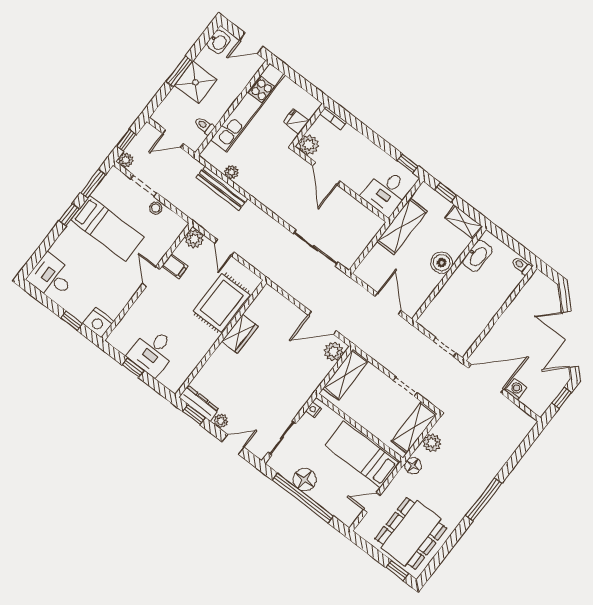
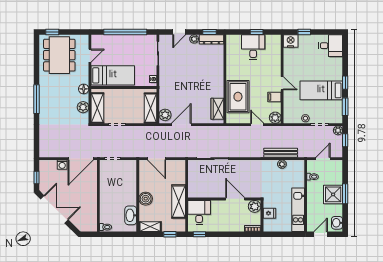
kitchen unit: (248, 107) -> (298, 210), width x0.73
wardrobe: (240, 334) -> (217, 109), moved
floor lamp: (305, 480) -> (131, 42), removed

